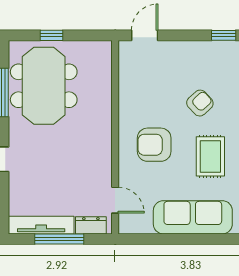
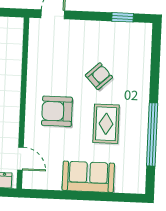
sofa: (193, 217) -> (88, 177), width x0.73

